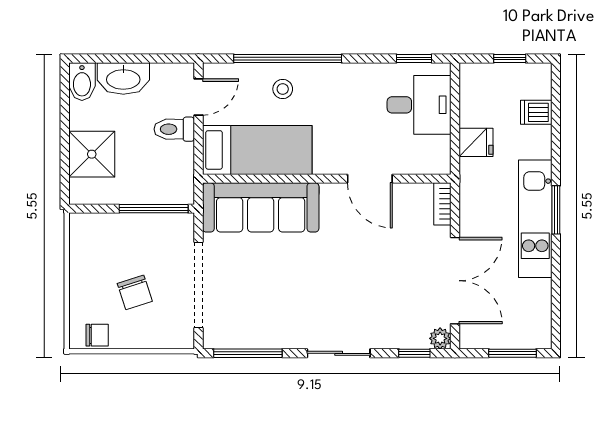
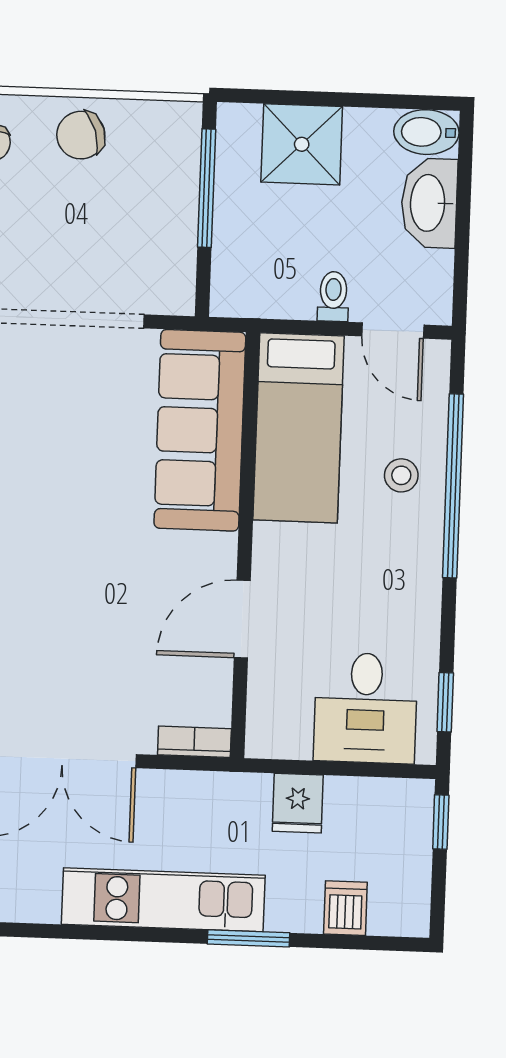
window: (510, 59) -> (441, 822), moved
toilet: (174, 129) -> (333, 296), width x0.73, depth x0.72
window: (154, 209) -> (207, 188), moved
window: (556, 210) -> (248, 938), moved
chair: (135, 292) -> (81, 135), moved

